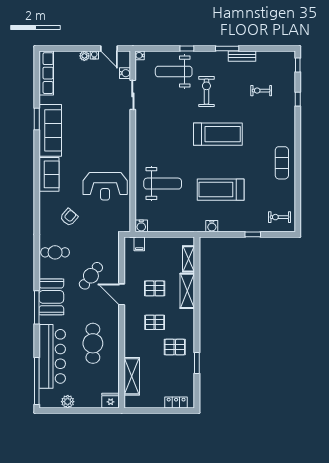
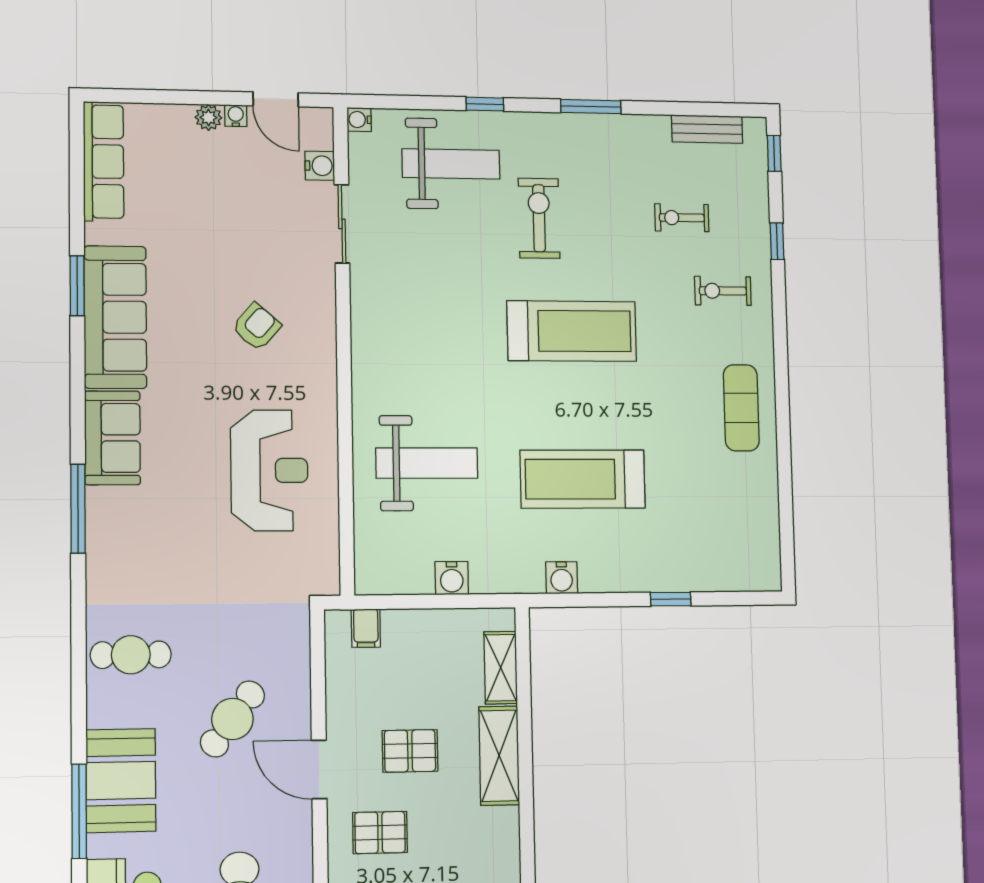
bench: (242, 56) -> (707, 129), moved
weight bench: (174, 72) -> (451, 164), turned 180
reception desk: (105, 186) -> (269, 470), turned -90
window: (37, 200) -> (78, 509), added
armchair: (69, 217) -> (256, 327), moved
exercise bike: (280, 217) -> (723, 291), moved
water cooler: (141, 226) -> (452, 578), moved
pallet: (155, 322) -> (380, 833), moved

